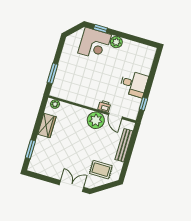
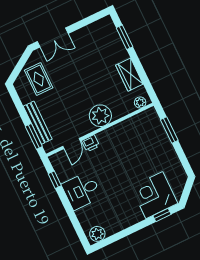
plant: (116, 42) -> (97, 234), moved
door: (115, 116) -> (71, 144), swing flipped
plant: (96, 120) -> (100, 116), moved
window: (133, 139) -> (34, 136), added
rug: (101, 170) -> (39, 79), turned 90

